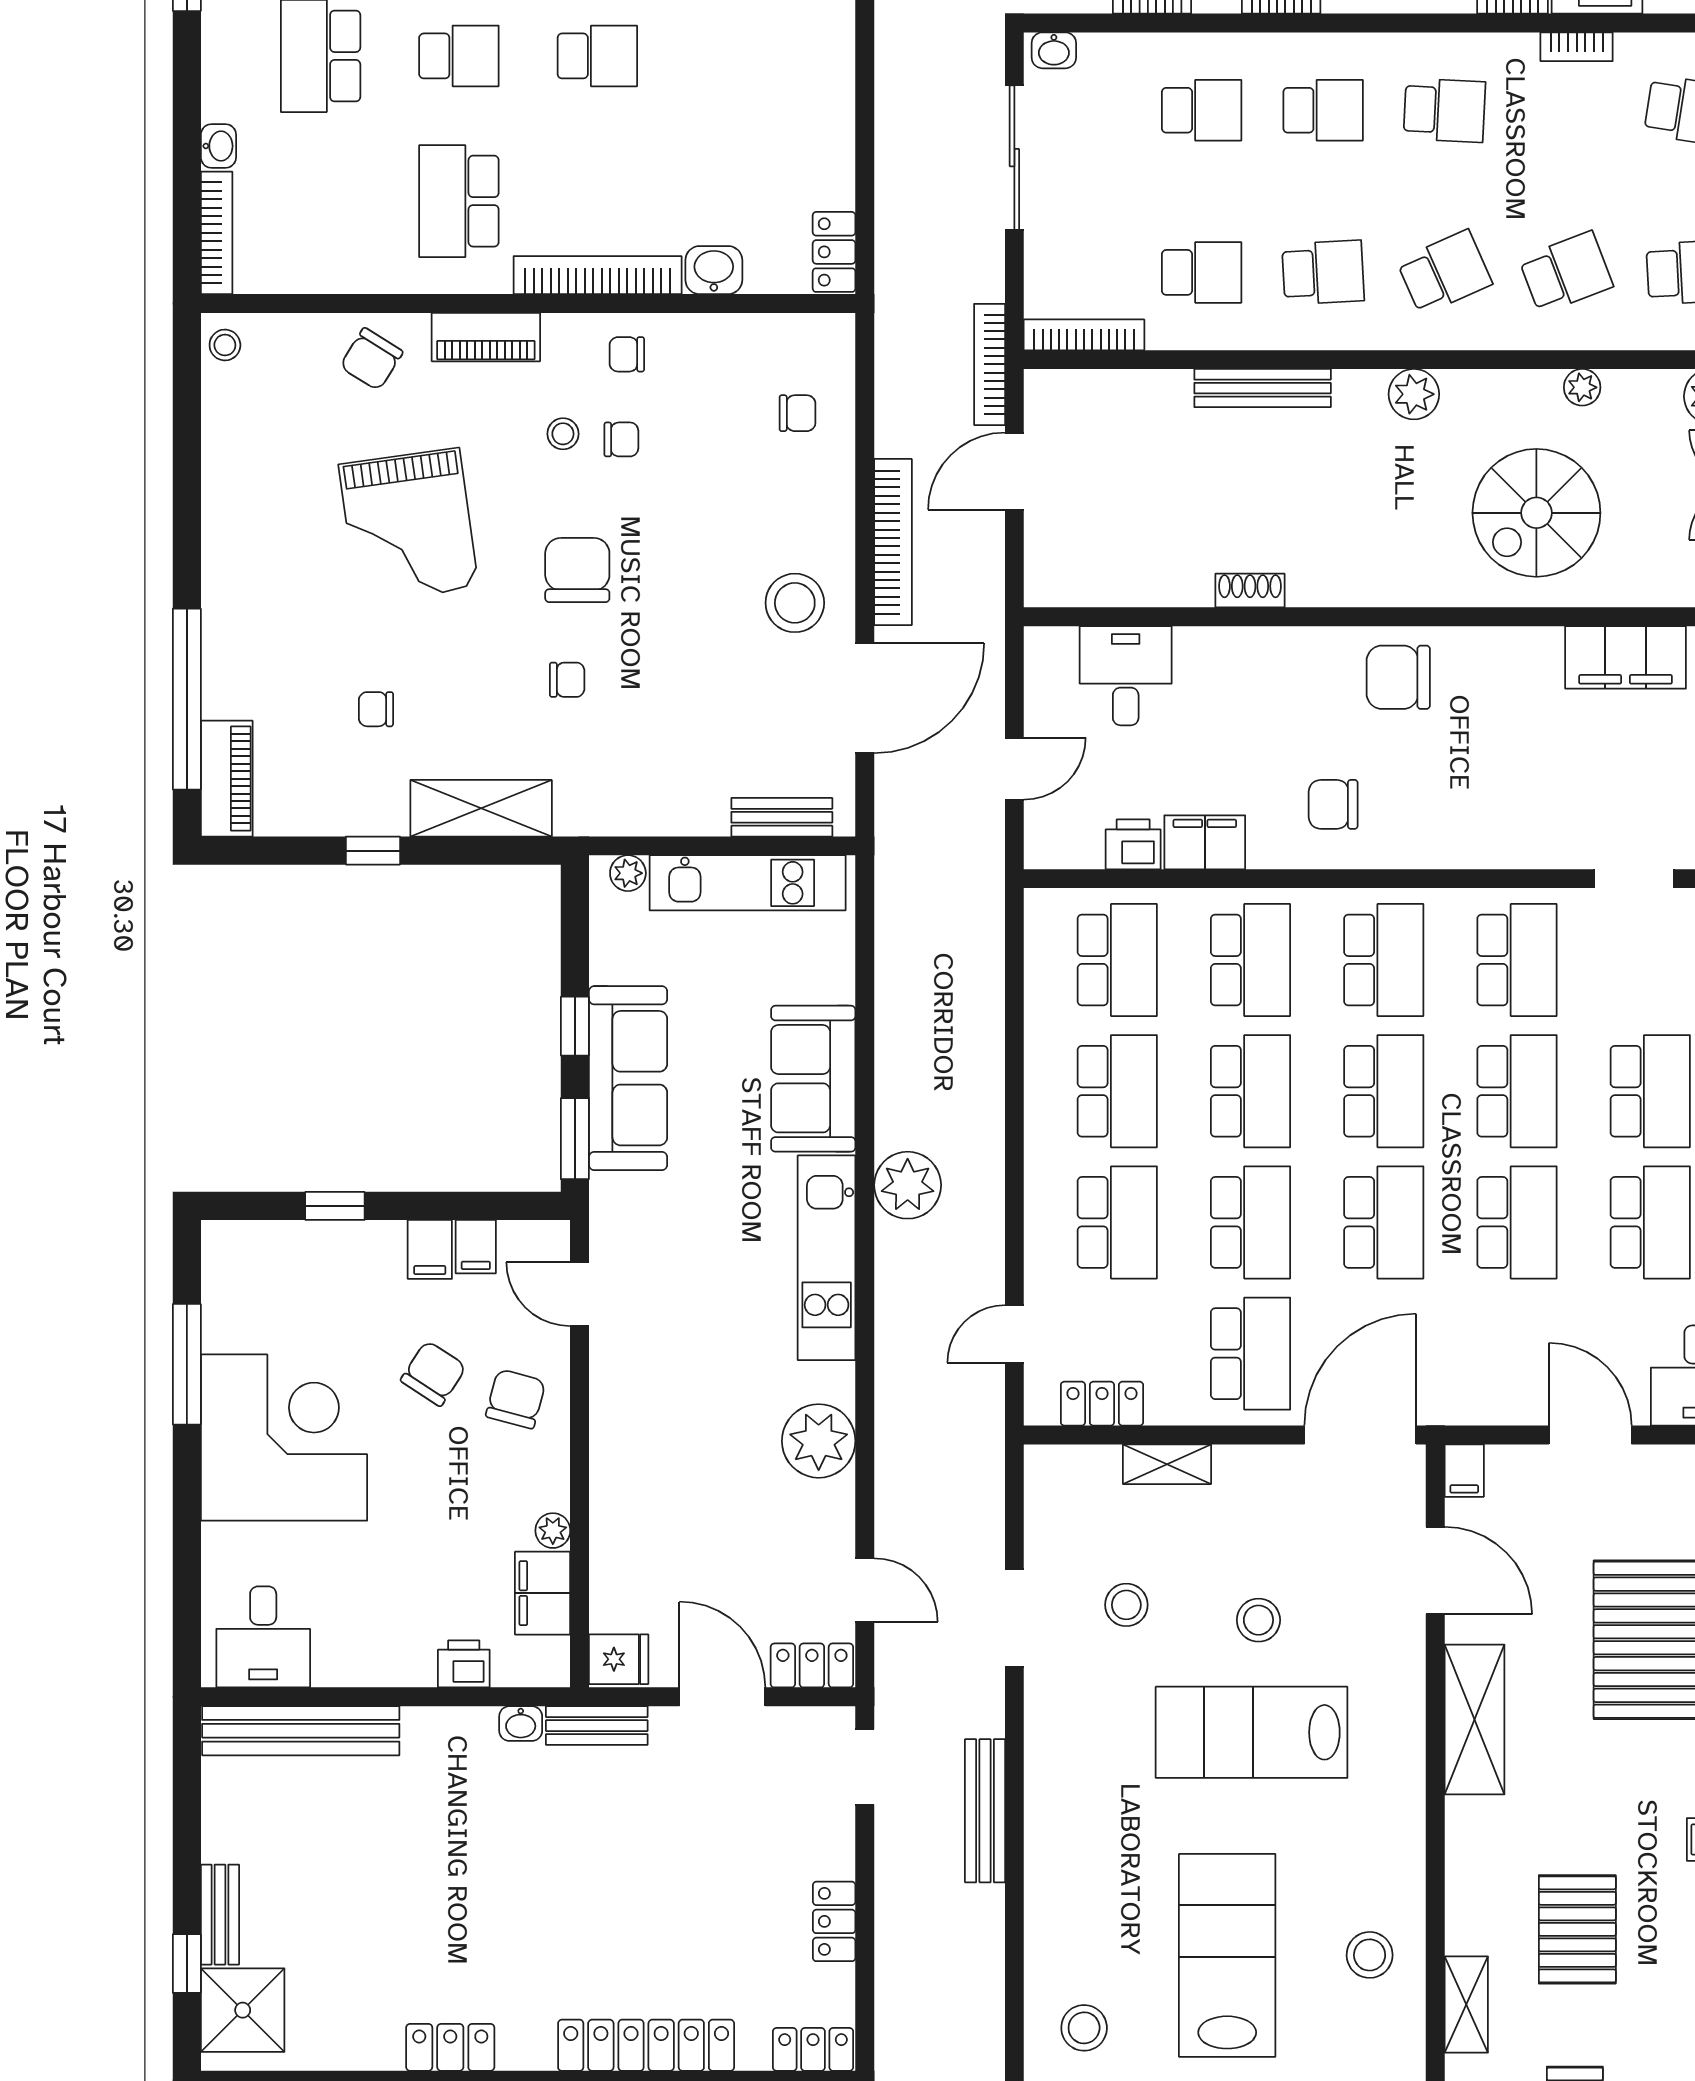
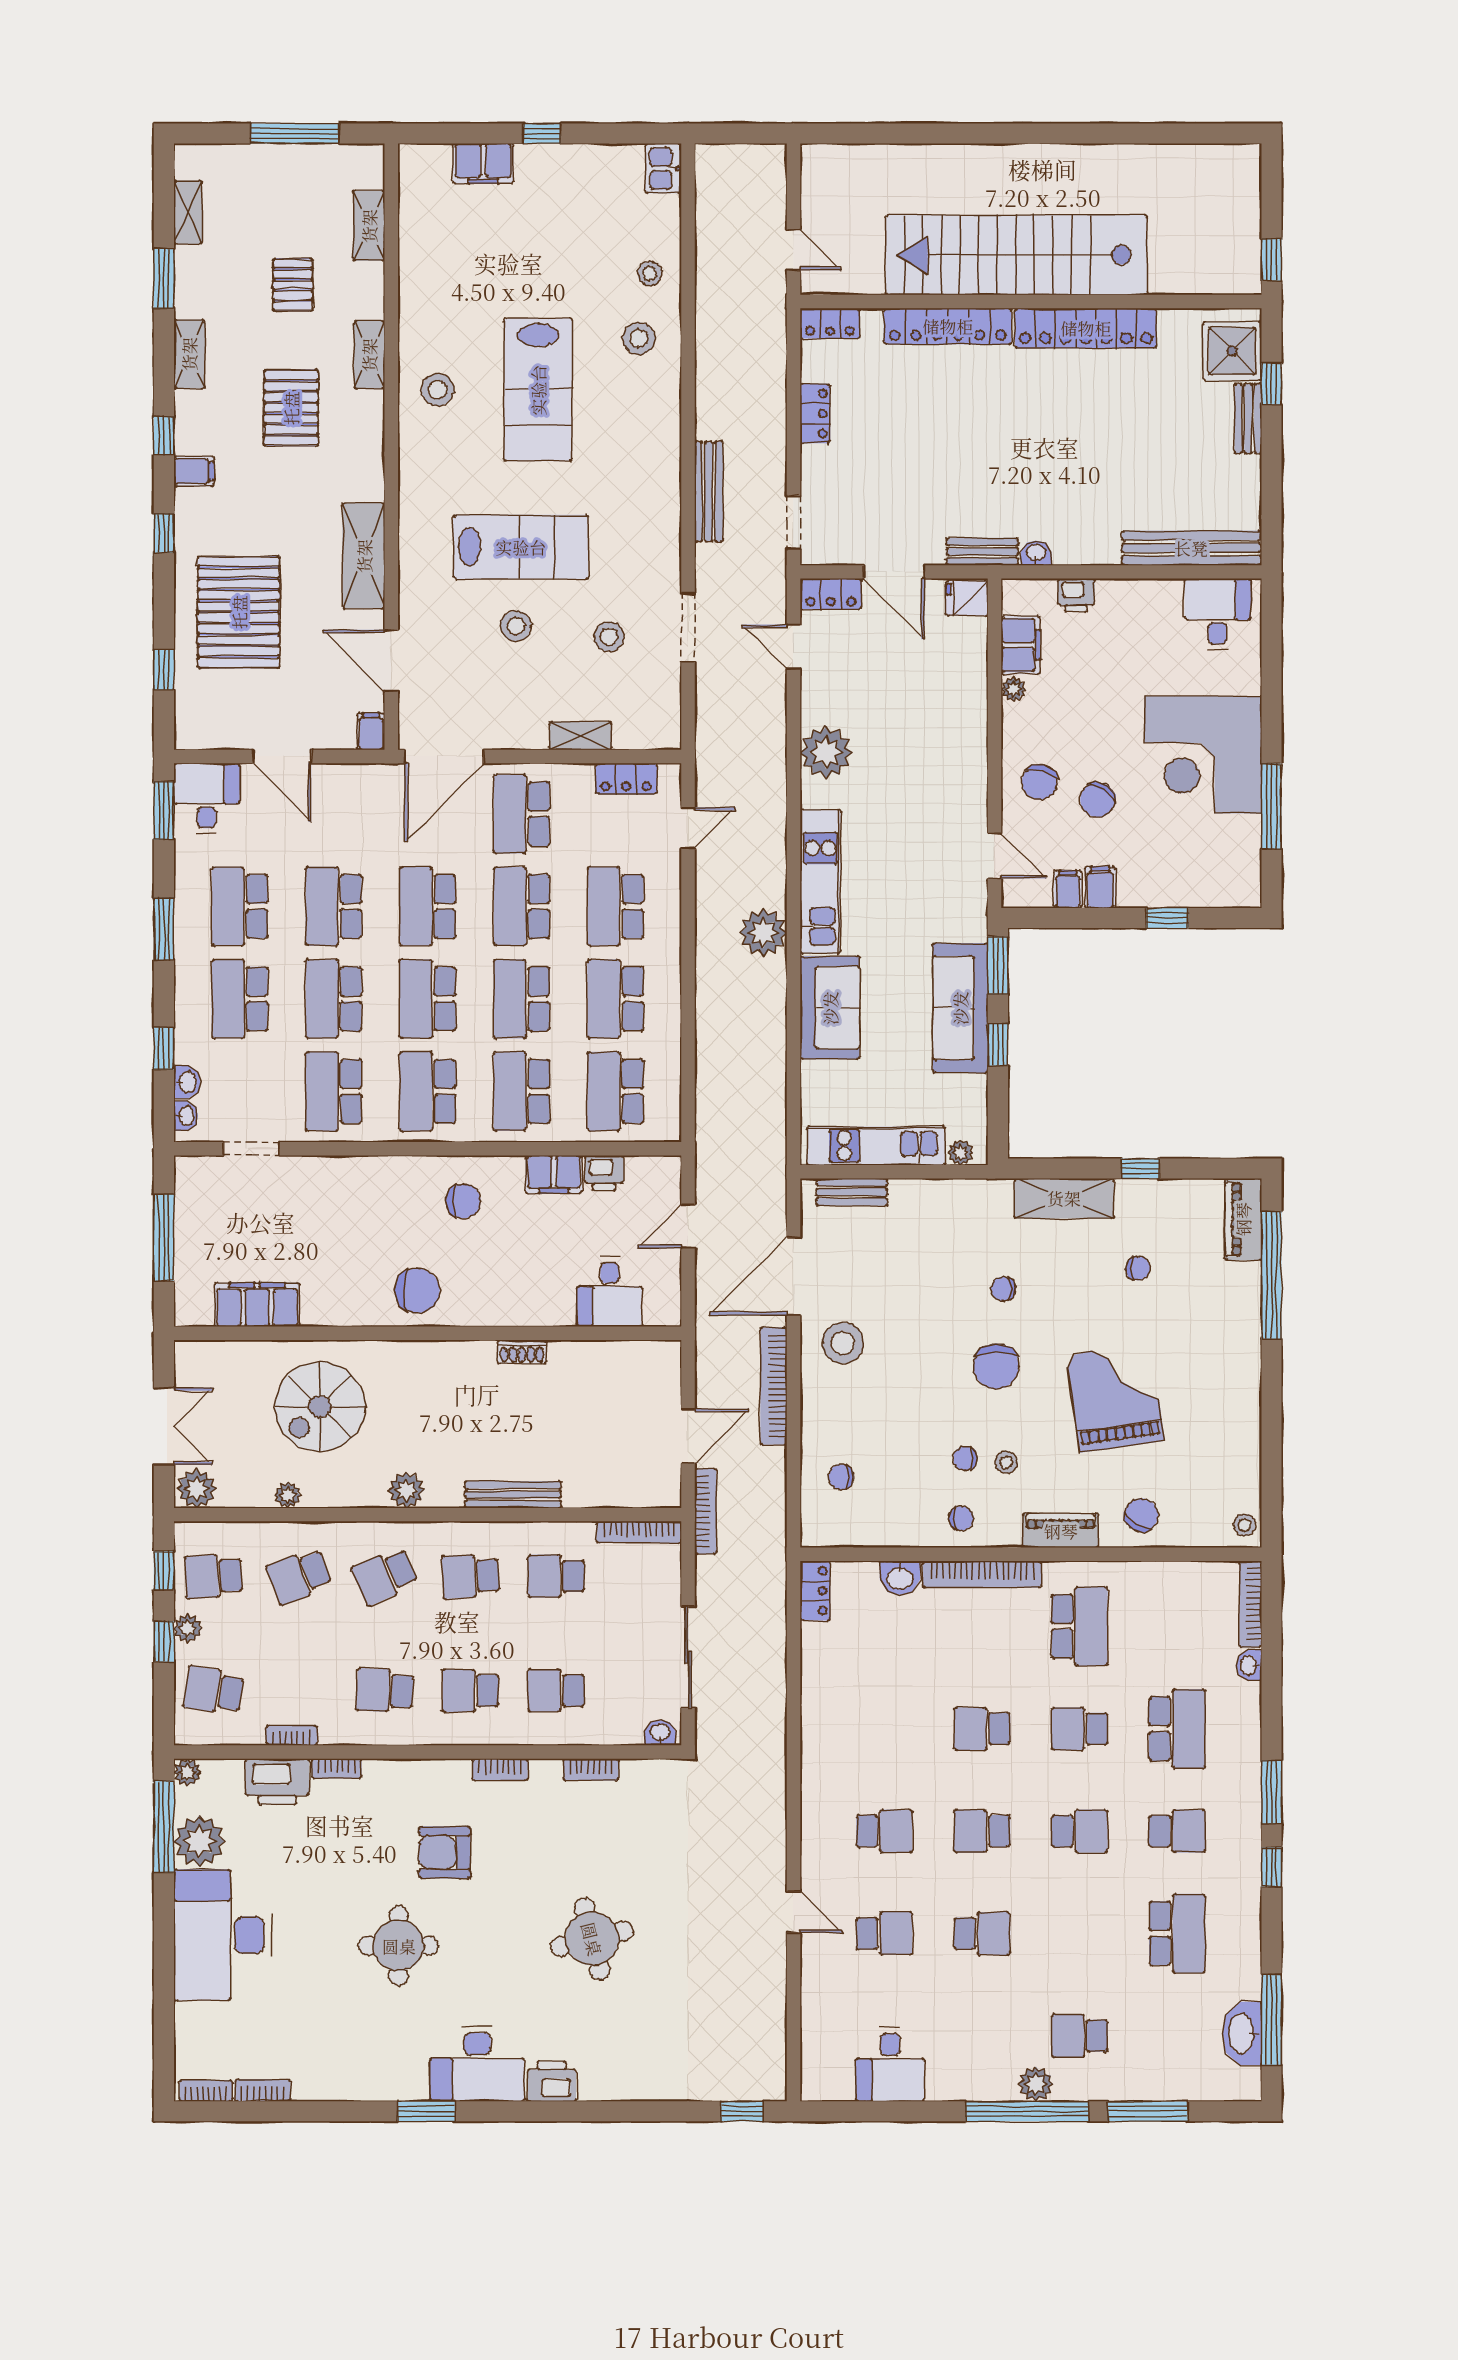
spiral stairs: (1536, 513) -> (320, 1407), turned 180
locker: (450, 2047) -> (1086, 328), width x2.16, depth x1.21

